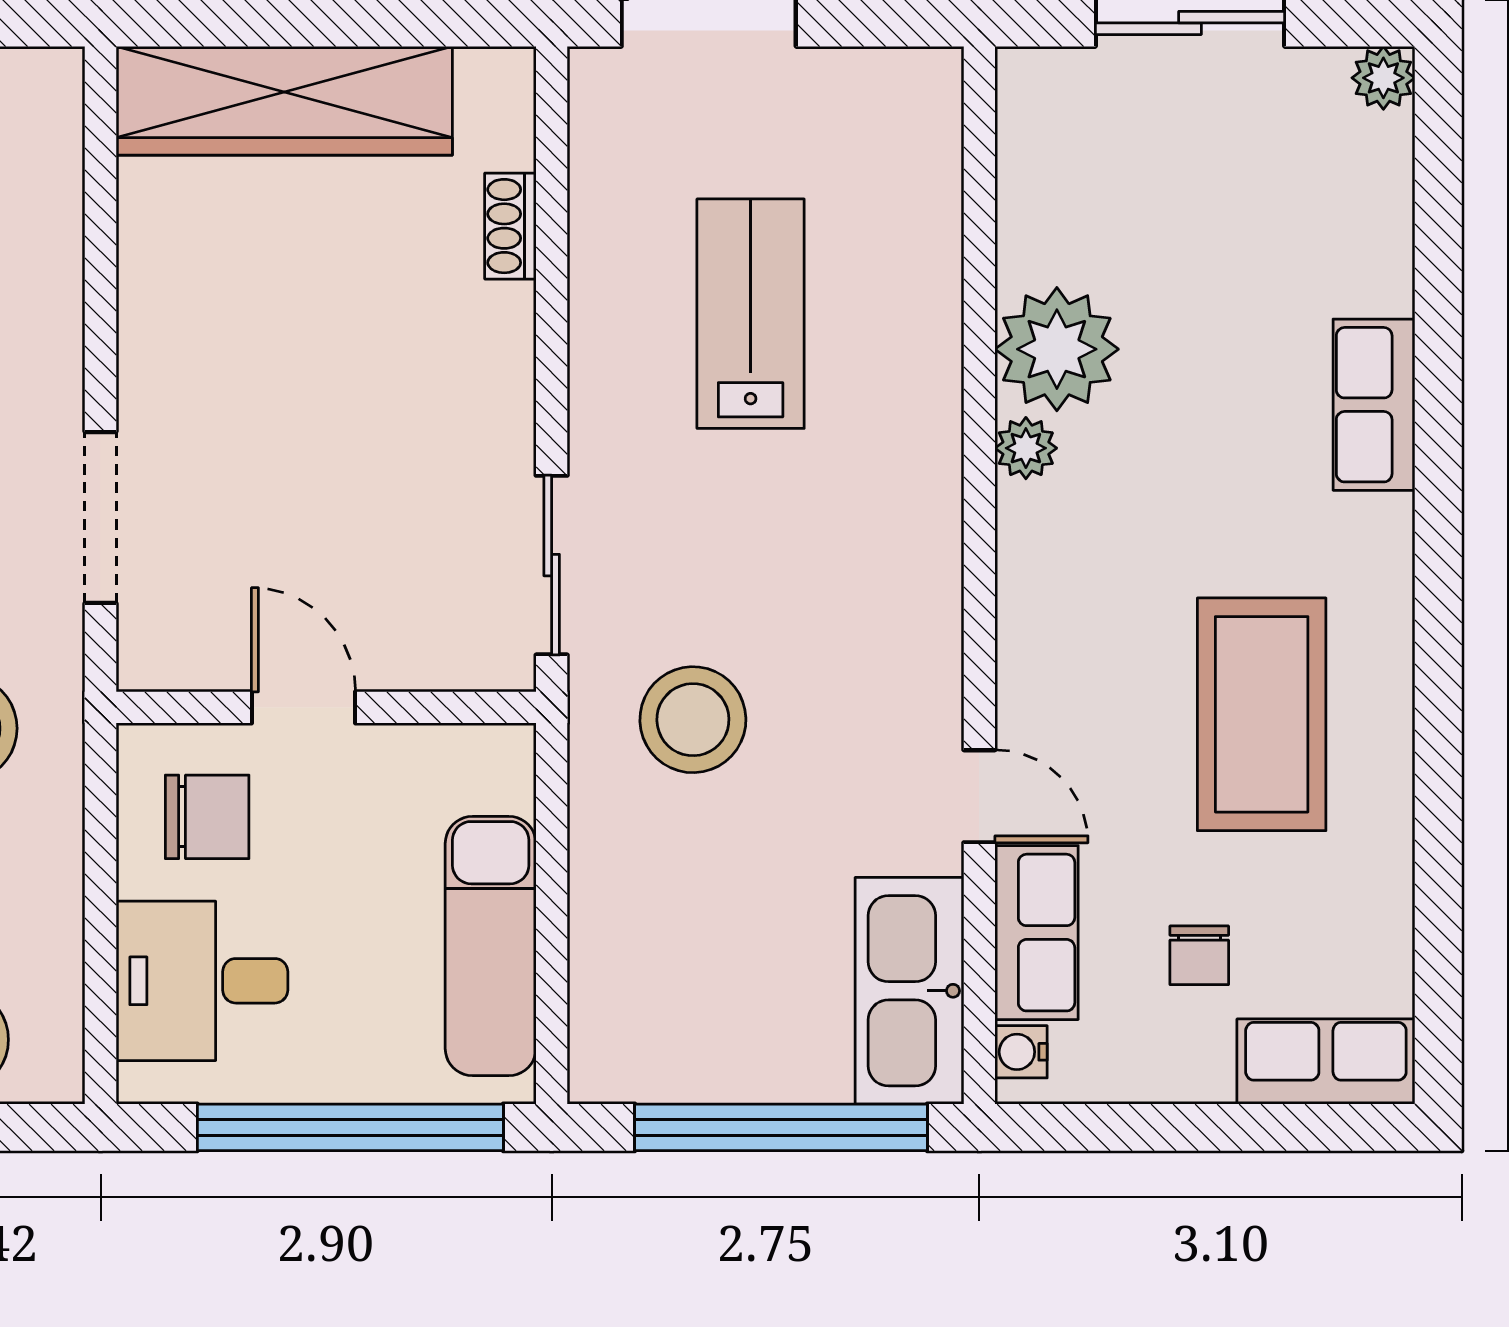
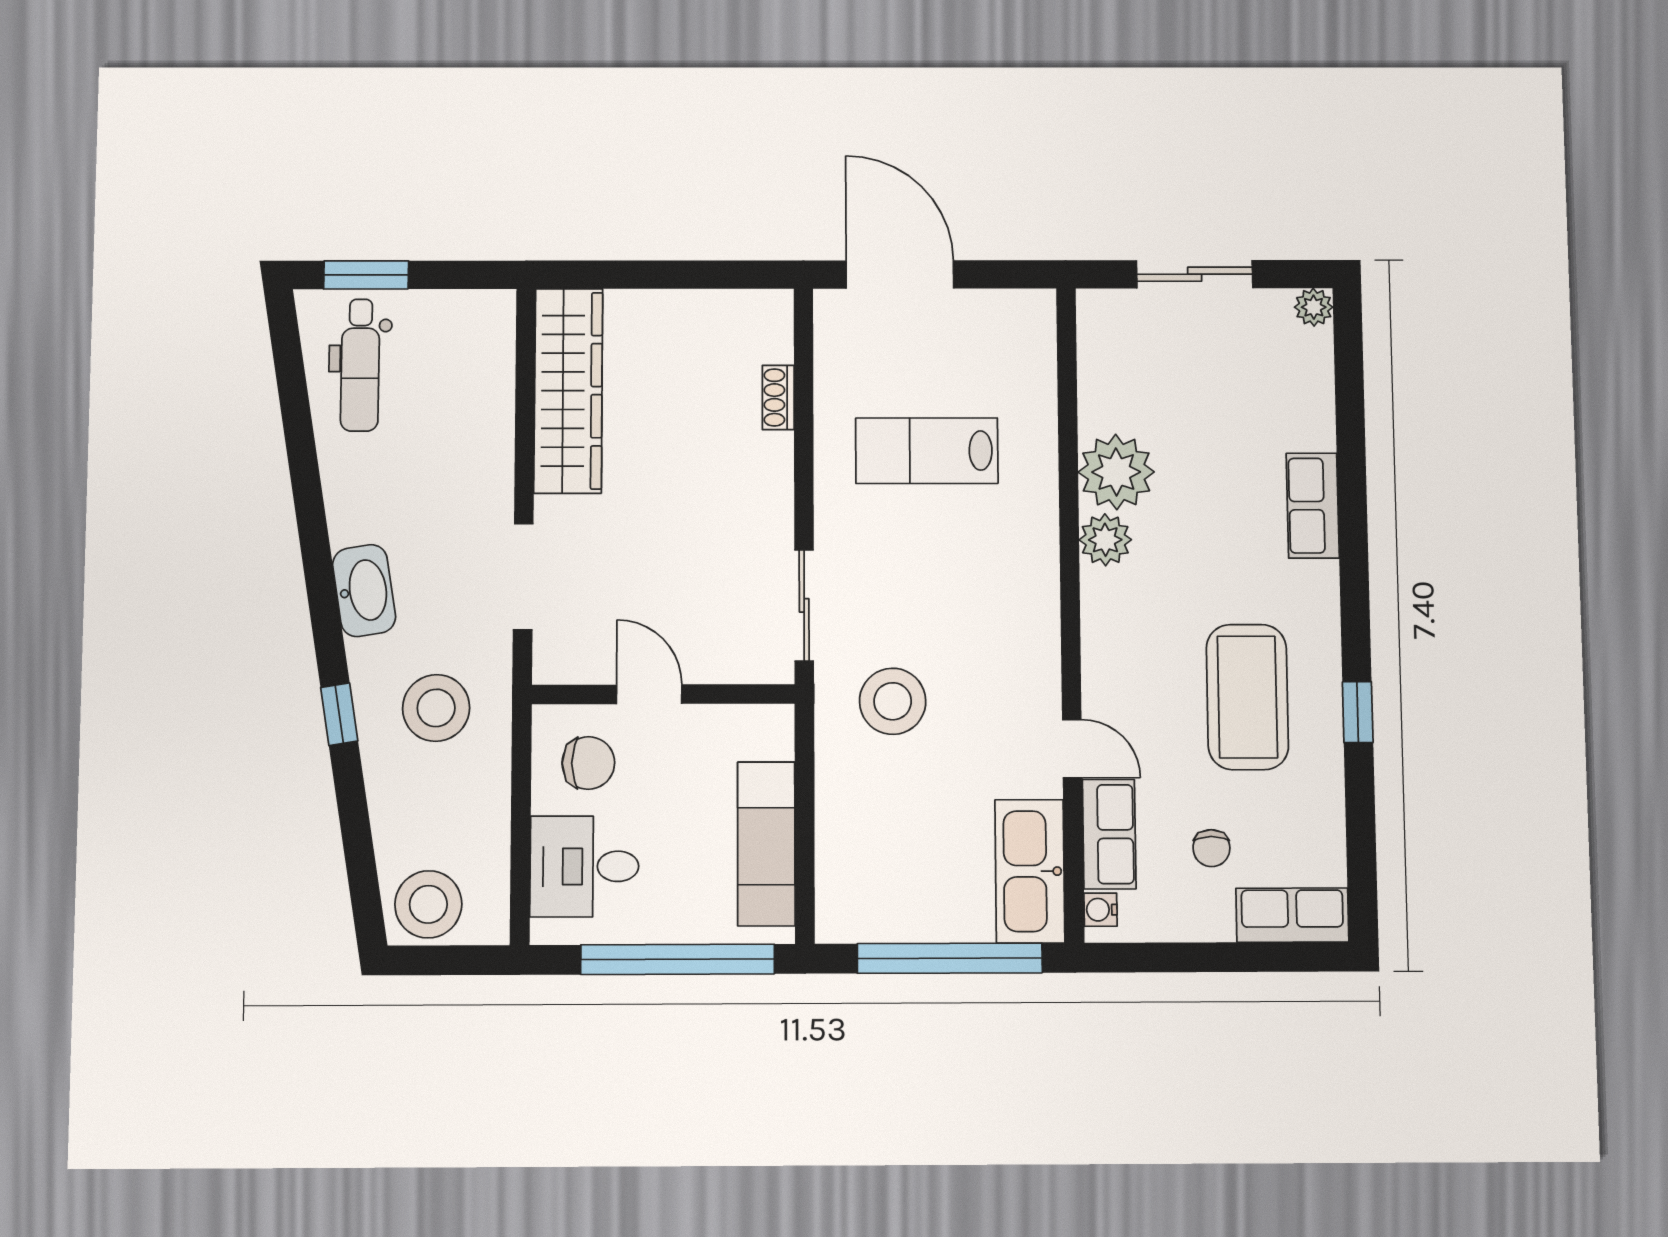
wardrobe: (284, 101) -> (568, 391), moved, turned -90
lab bench: (751, 314) -> (927, 451), turned -90
plant: (1026, 448) -> (1105, 540), width x1.38, depth x1.38
window: (1438, 739) -> (1358, 712), added

